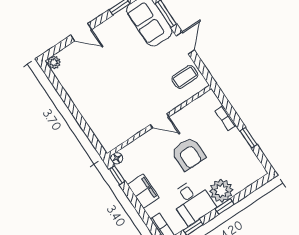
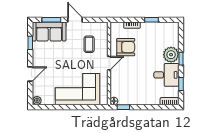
coffee table: (185, 77) -> (89, 44), moved
corner sofa: (101, 103) -> (78, 89), added
armchair: (188, 154) -> (126, 47), moved
filing cabinet: (143, 191) -> (142, 98), removed

